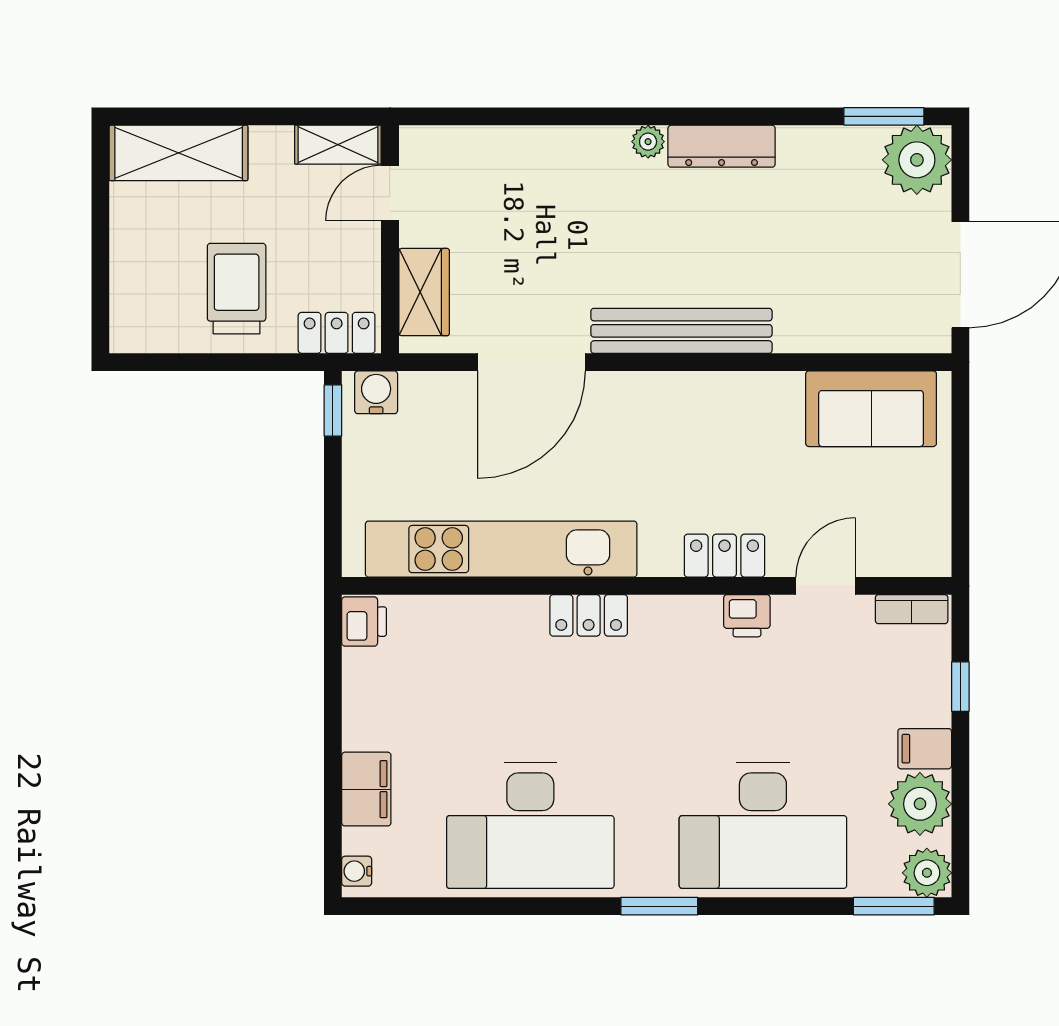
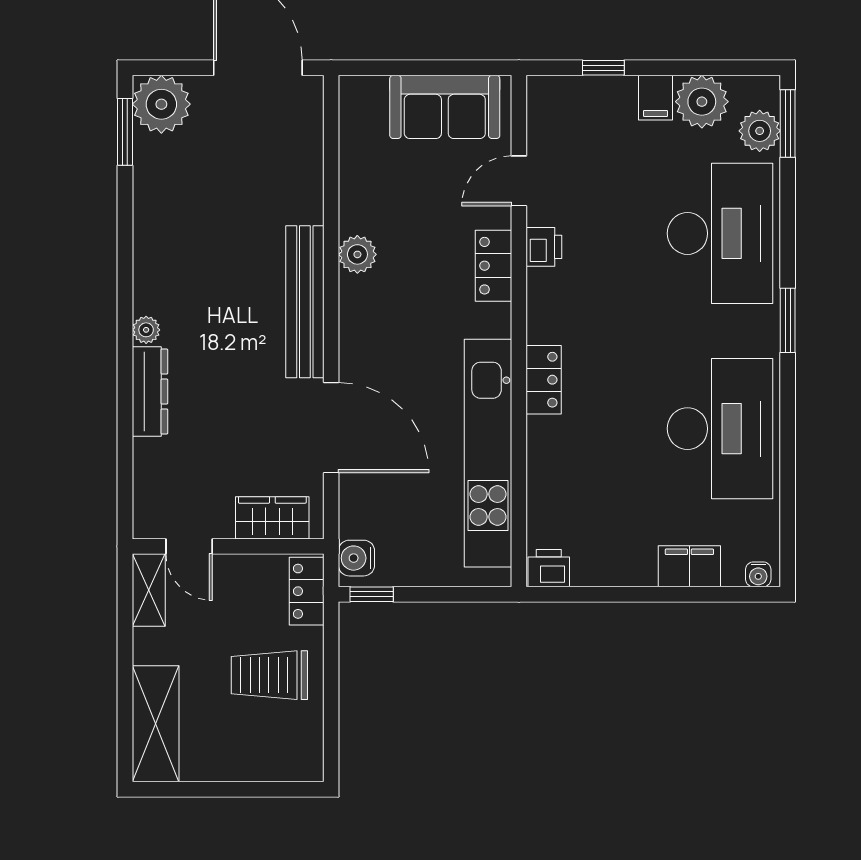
dresser: (722, 146) -> (150, 391), moved
plant: (738, 393) -> (357, 254), added
sofa: (871, 409) -> (445, 107), moved, turned 90
door: (826, 586) -> (519, 181), hinge flipped
bookcase: (912, 609) -> (538, 109), removed
plant: (927, 873) -> (760, 131), moved

